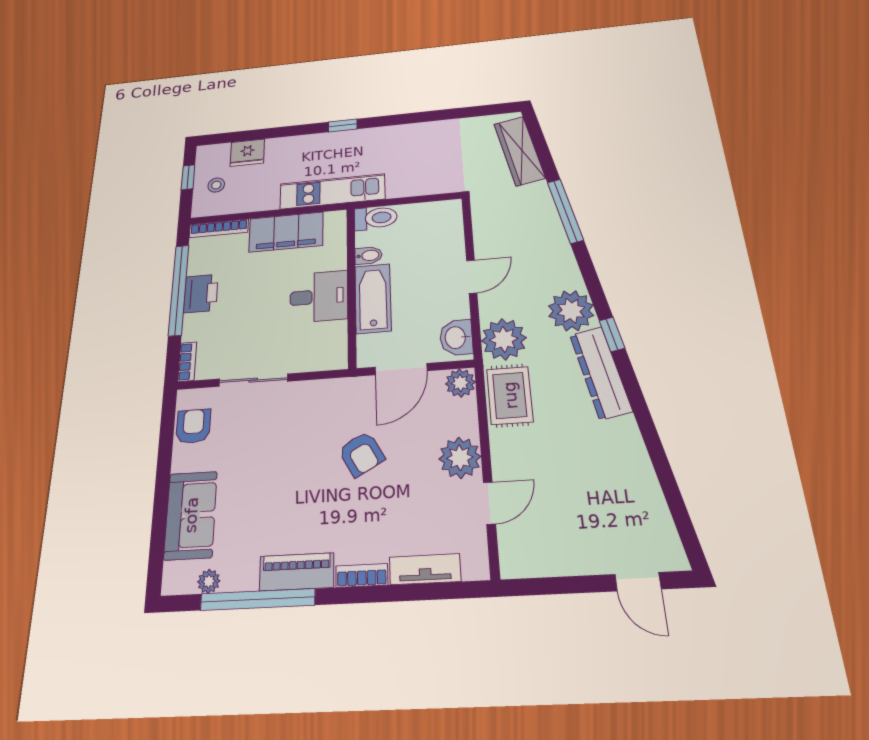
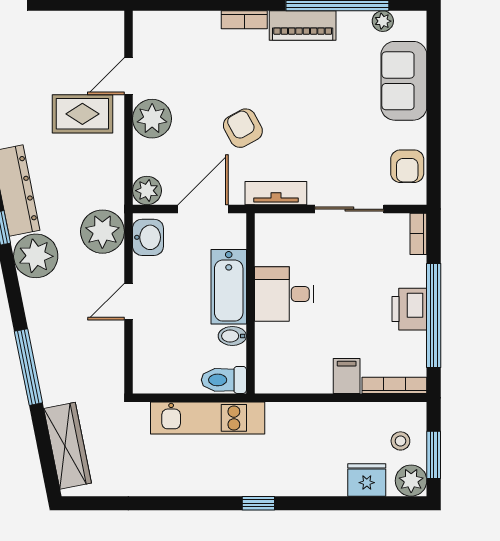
plant: (209, 156) -> (411, 481), added
window: (188, 177) -> (434, 455), width x1.50
kitchen unit: (332, 191) -> (208, 418), moved
filing cabinet: (286, 232) -> (347, 376), width x0.33, depth x0.86
rug: (510, 395) -> (82, 114), moved, turned 90
tv unit: (425, 569) -> (276, 193), moved, turned 180

